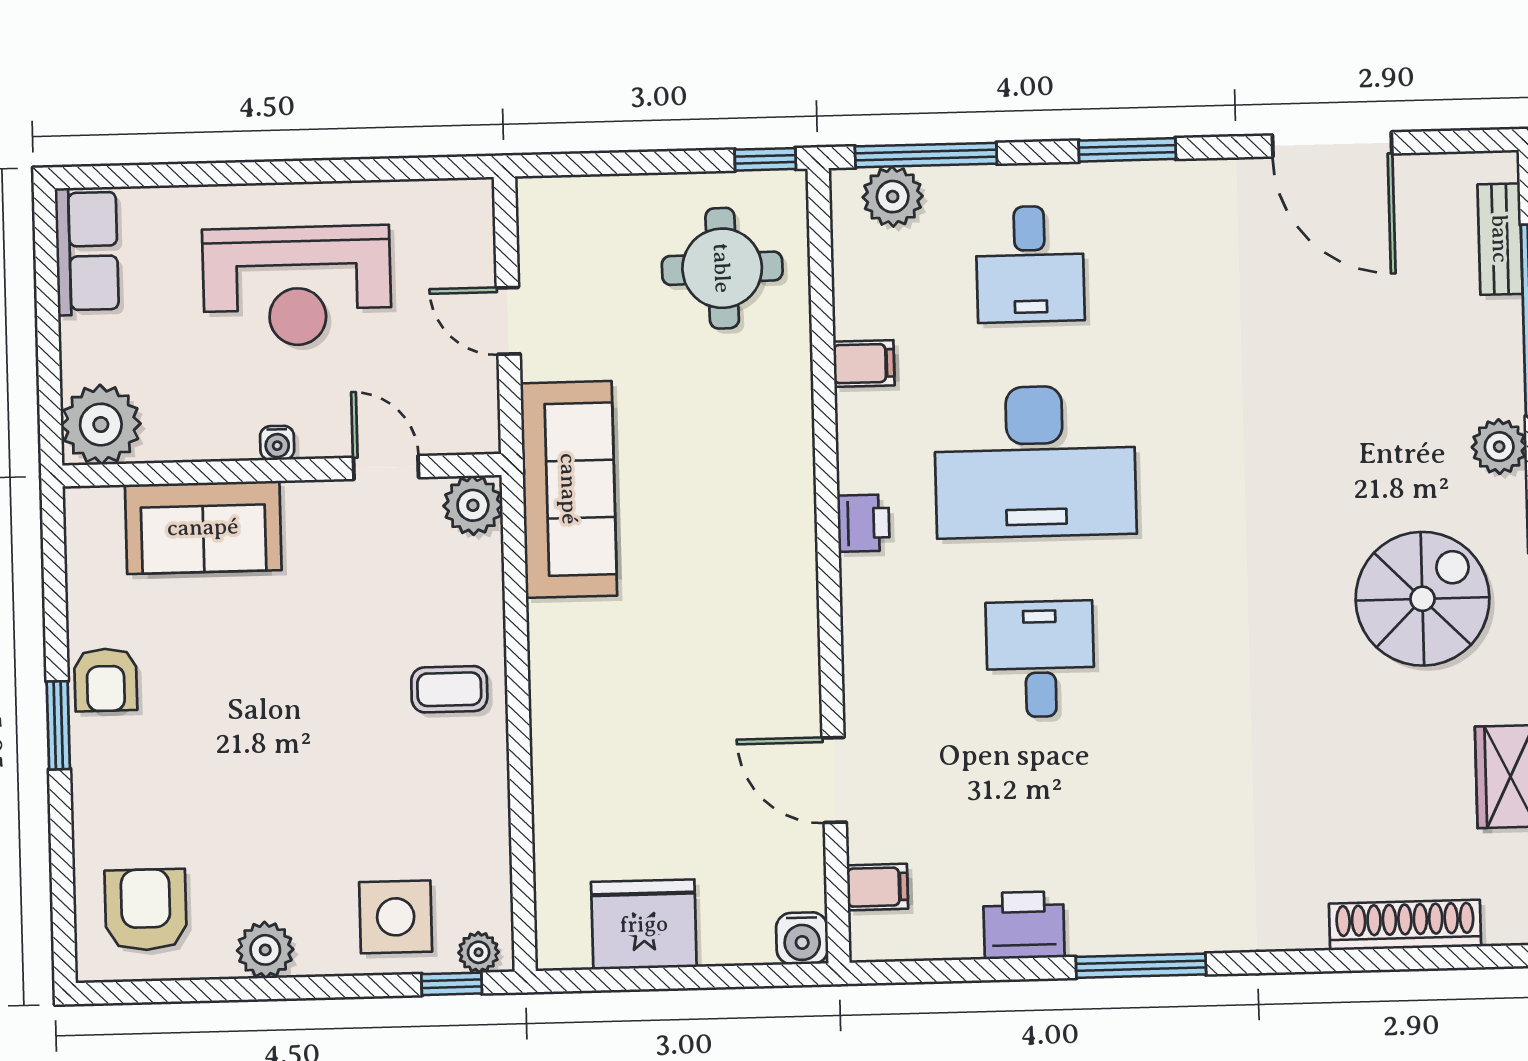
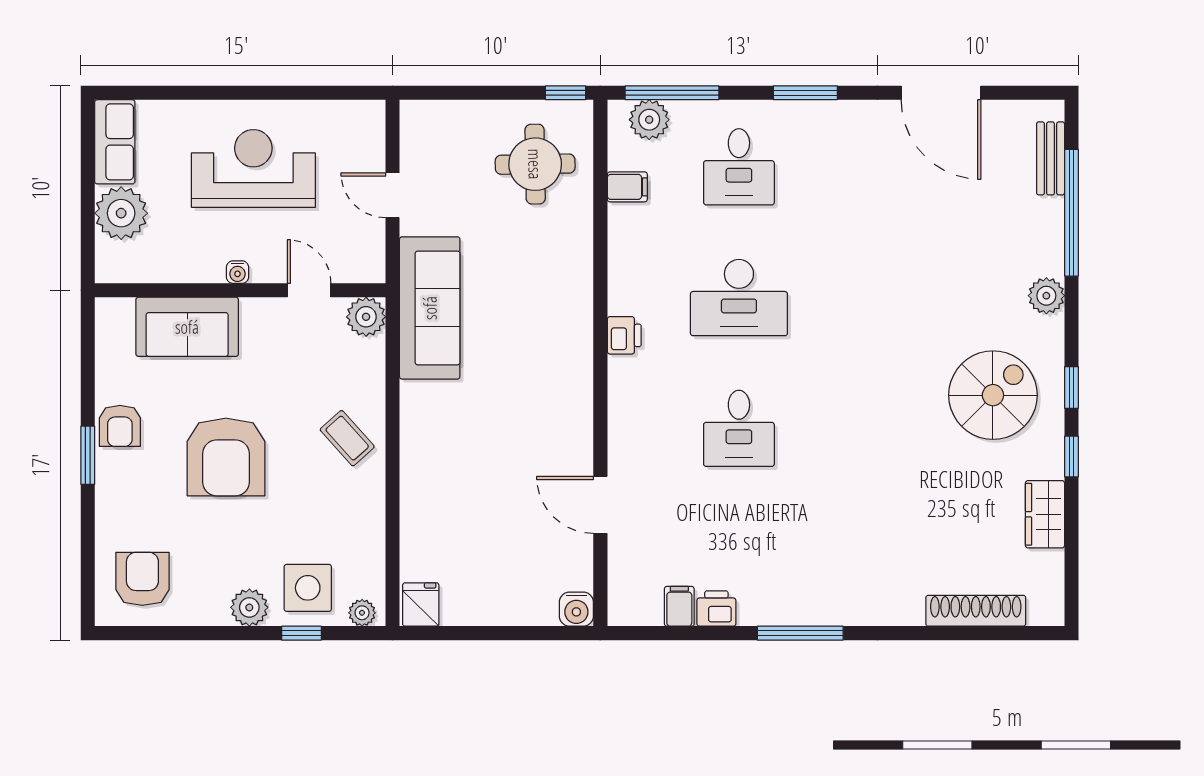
reception desk: (297, 286) -> (253, 169), turned 180
filing cabinet: (864, 364) -> (627, 187), moved
plant: (101, 425) -> (121, 213), moved
desk: (1035, 462) -> (739, 298), width x0.73, depth x0.77
desk: (1040, 659) -> (739, 428), turned 180
coffee table: (449, 689) -> (347, 438), turned 48
armchair: (267, 723) -> (226, 457), added
filing cabinet: (877, 887) -> (679, 606), moved, turned -90
fridge: (644, 924) -> (421, 605), moved, width x0.53, depth x0.75
printer: (1024, 925) -> (716, 609), width x0.73, depth x0.81
plant: (265, 950) -> (249, 607), moved
window: (452, 984) -> (301, 633), moved

